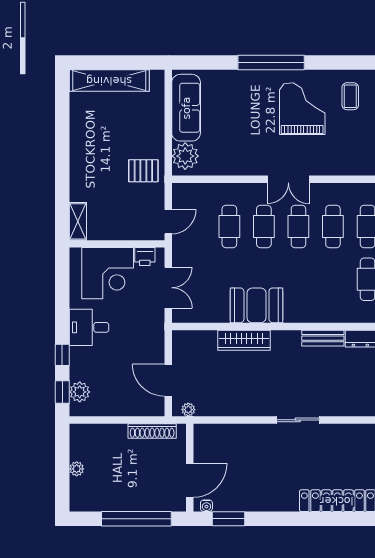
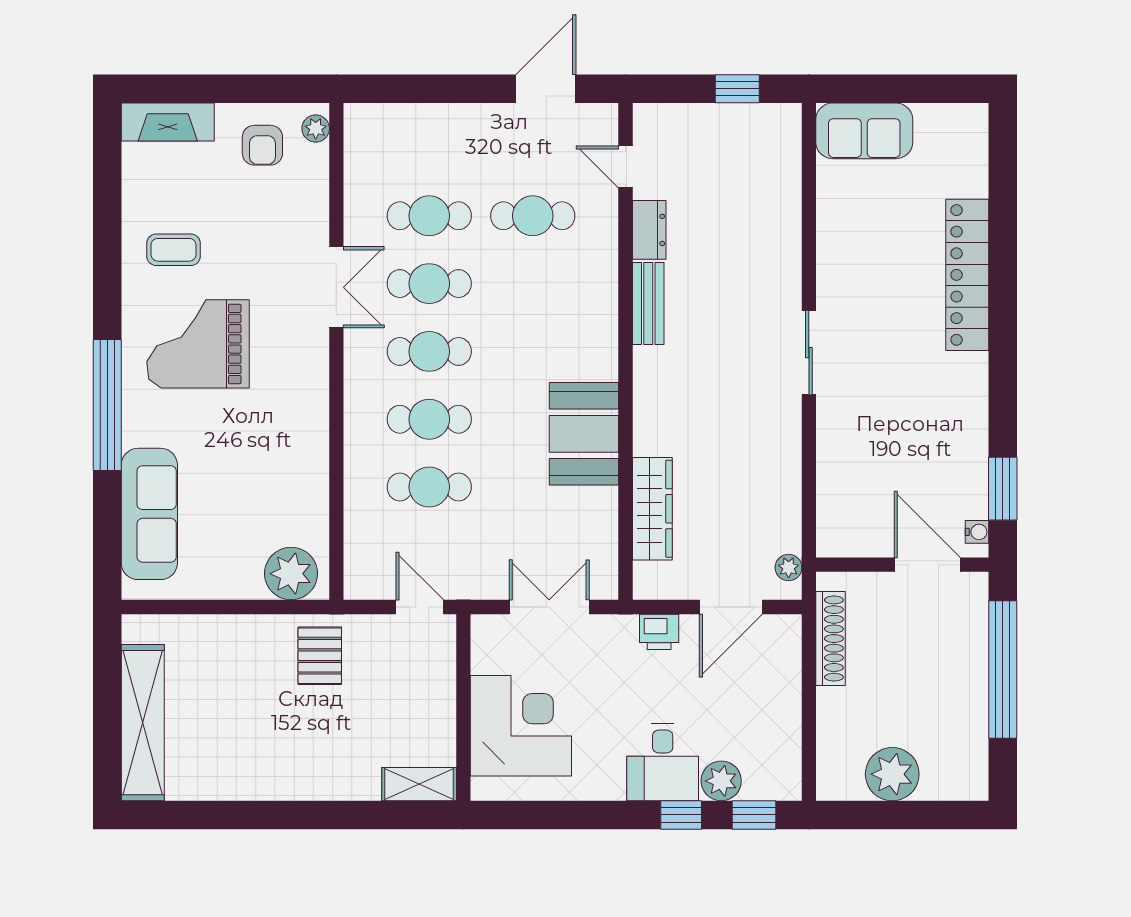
sofa: (186, 108) -> (149, 514), moved, turned 90
double door: (288, 179) -> (336, 287), moved
printer: (145, 257) -> (659, 632), moved, turned 90
desk: (89, 327) -> (663, 762), moved
wardrobe: (244, 340) -> (652, 509), moved
plant: (80, 392) -> (721, 781), moved
plant: (77, 469) -> (892, 774), width x1.87, depth x1.87

